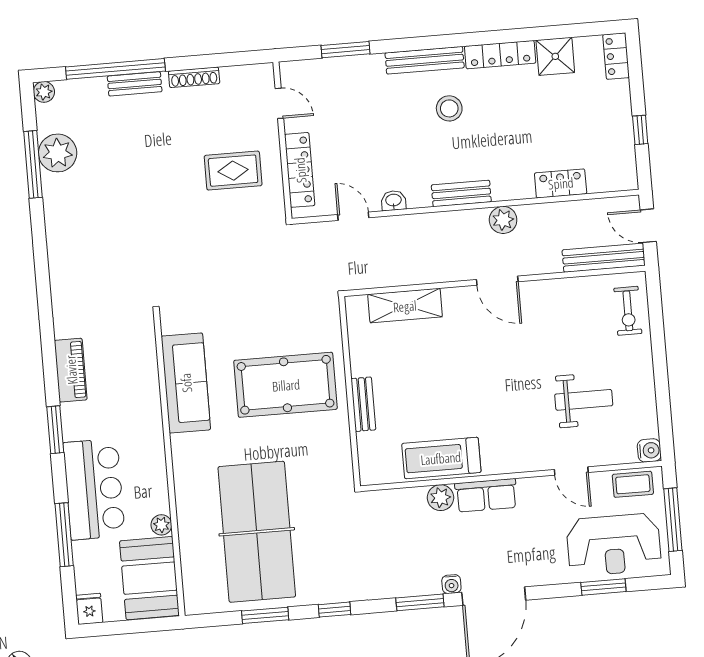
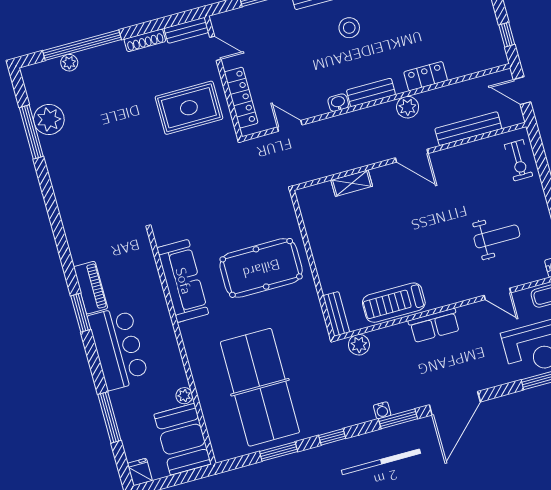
bench: (135, 84) -> (186, 30), moved
plant: (44, 92) -> (69, 63), moved
window: (640, 130) -> (507, 35), moved
rug: (233, 171) -> (189, 108), width x1.36, depth x1.43
locker: (561, 183) -> (426, 76), moved
washbasin: (393, 201) -> (338, 103), moved
bench: (604, 258) -> (468, 129), moved
shelving: (405, 306) -> (352, 183), width x0.67, depth x0.75
bench: (363, 404) -> (336, 314), moved
window: (55, 430) -> (81, 313), moved
bar counter: (94, 489) -> (118, 348), moved
plant: (440, 498) -> (359, 345), moved
water cooler: (451, 584) -> (382, 410), moved

